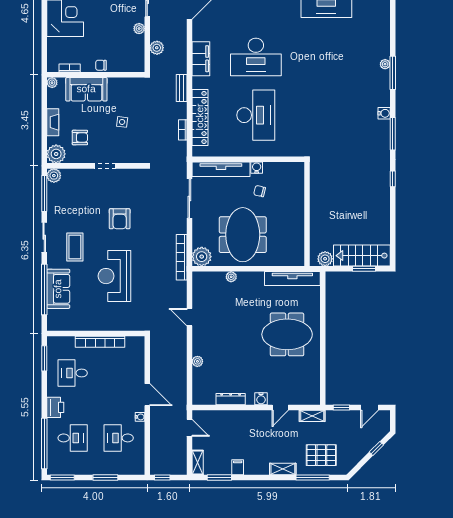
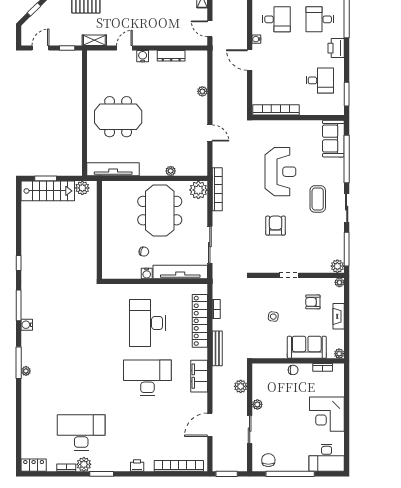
bench: (182, 88) -> (217, 348), width x1.36
plant: (56, 154) -> (339, 282), width x0.53, depth x0.53
sofa: (58, 289) -> (333, 139), moved
bookcase: (100, 342) -> (276, 110), moved

